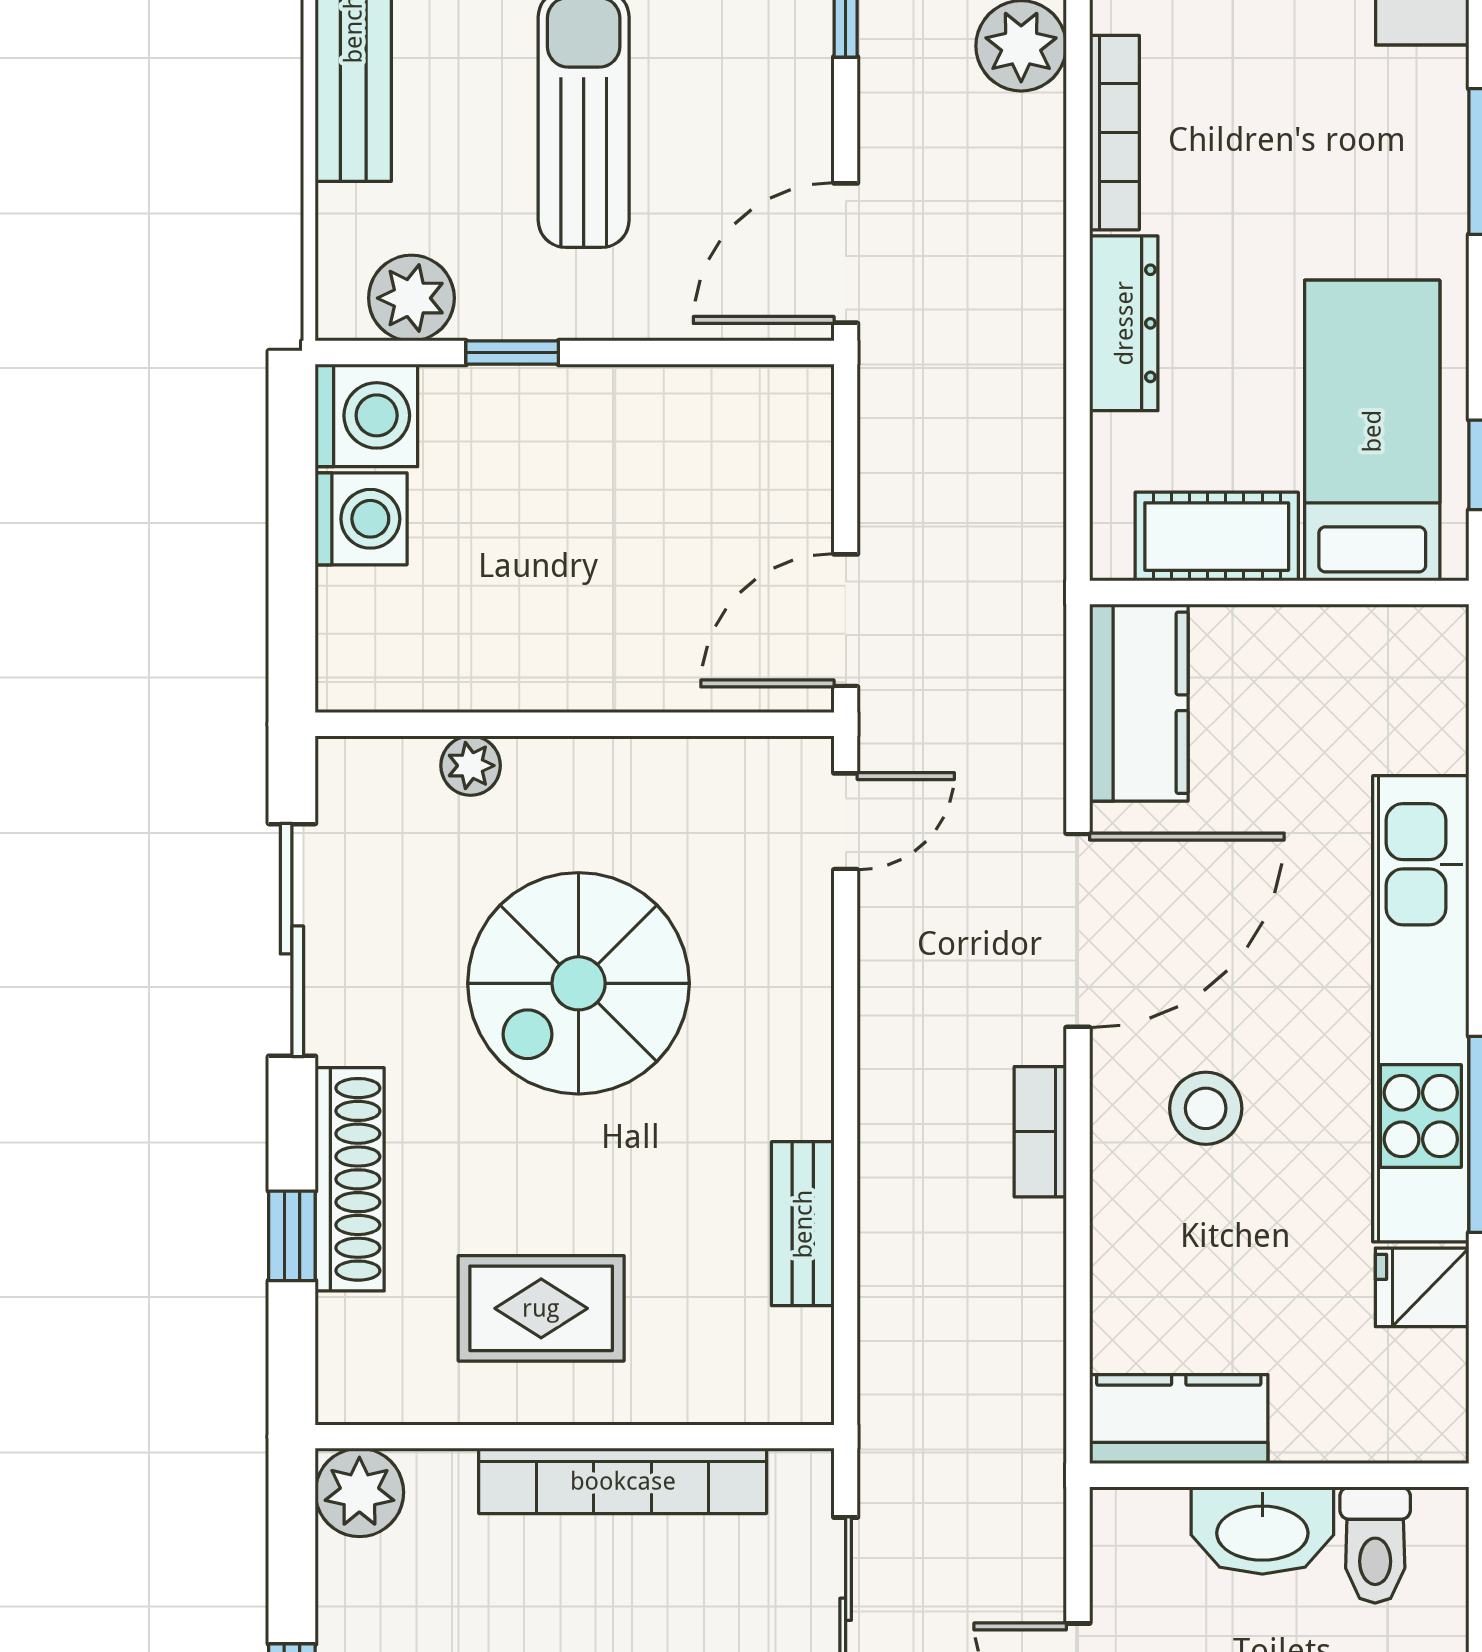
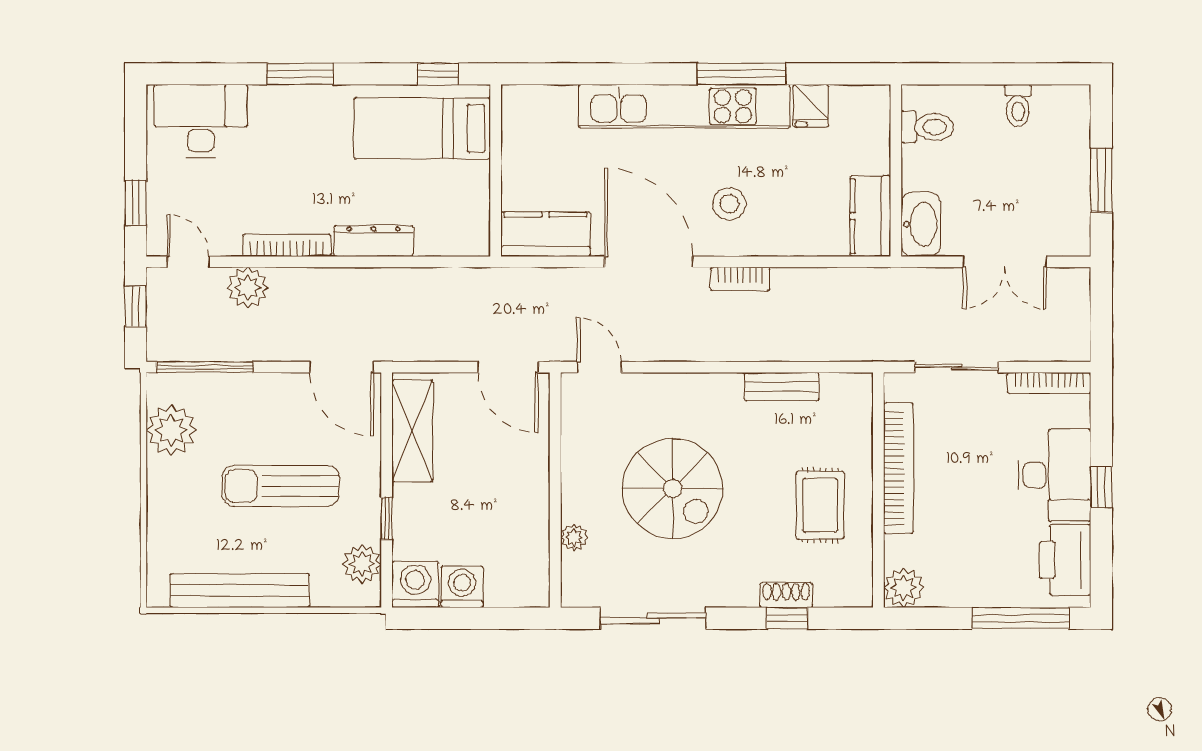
shelving: (705, 409) -> (412, 431), added
cot: (1217, 537) -> (470, 199), removed
shoe rack: (350, 1179) -> (786, 595), width x0.51, depth x0.81
washbasin: (1262, 1531) -> (921, 224), moved

